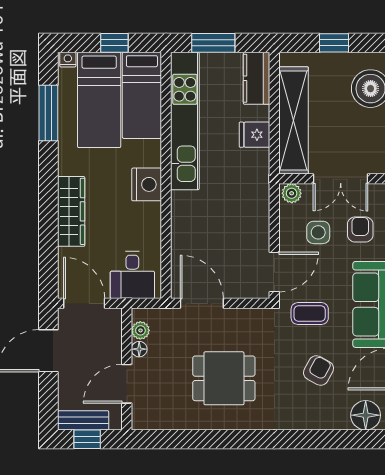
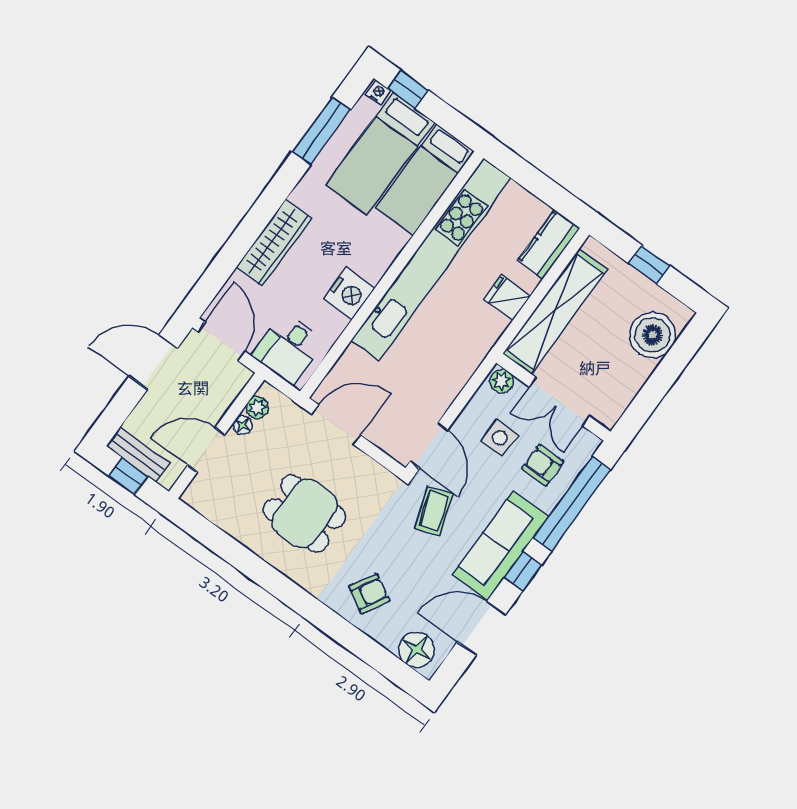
window: (114, 43) -> (408, 89), moved
window: (213, 43) -> (532, 179), removed
kitchen unit: (185, 121) -> (431, 259), width x1.36
nightstand: (147, 184) -> (349, 294), moved
armchair: (360, 229) -> (543, 465), turned -90
door: (274, 272) -> (429, 446), hinge flipped
door: (202, 303) -> (336, 425), hinge flipped
coffee table: (310, 314) -> (434, 511), turned 71
armchair: (319, 370) -> (369, 594), moved

